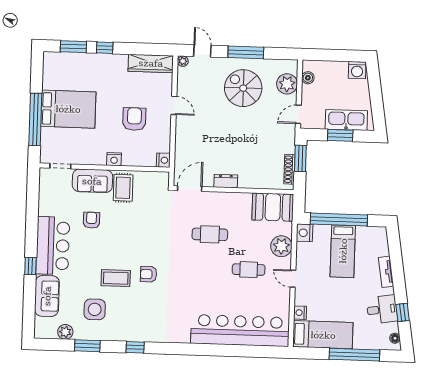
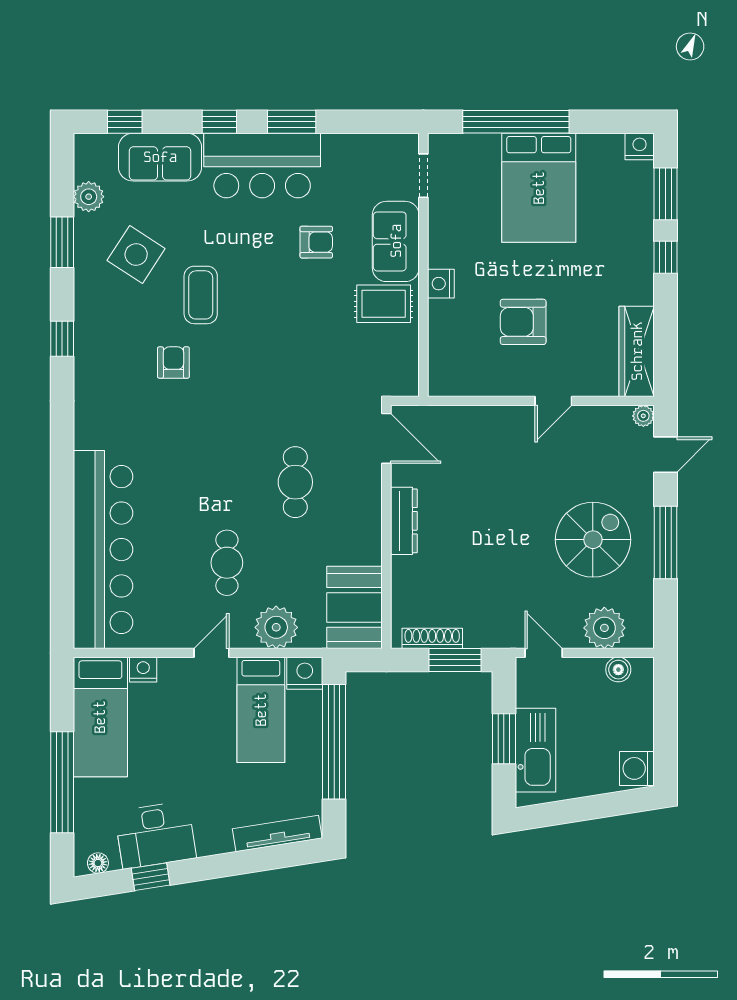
armchair: (134, 119) -> (523, 322), turned 180
nightstand: (163, 160) -> (640, 147), moved, turned 180
dresser: (226, 181) -> (404, 521), width x1.44
window: (32, 230) -> (292, 122), added
bed: (343, 251) -> (261, 710), moved, turned -90
tv unit: (386, 272) -> (277, 833), moved, width x1.41
armchair: (148, 274) -> (173, 362), moved
side table: (95, 309) -> (136, 255), turned 33
desk: (382, 309) -> (155, 835), width x1.37
window: (29, 313) -> (125, 122), added

